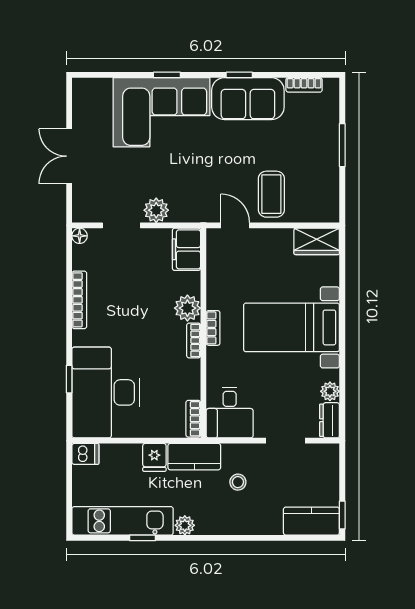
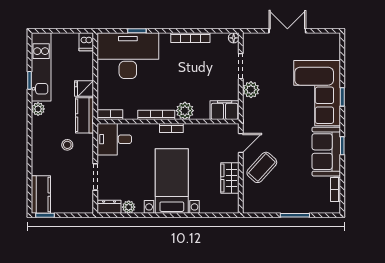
coffee table: (271, 194) -> (262, 167), turned -48
wardrobe: (317, 241) -> (230, 178), moved
bookcase: (194, 341) -> (156, 115), width x1.56

